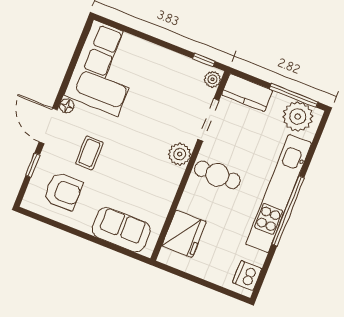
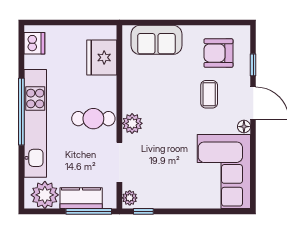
kitchen counter: (247, 93) -> (81, 198), moved
window: (294, 95) -> (89, 211), moved

